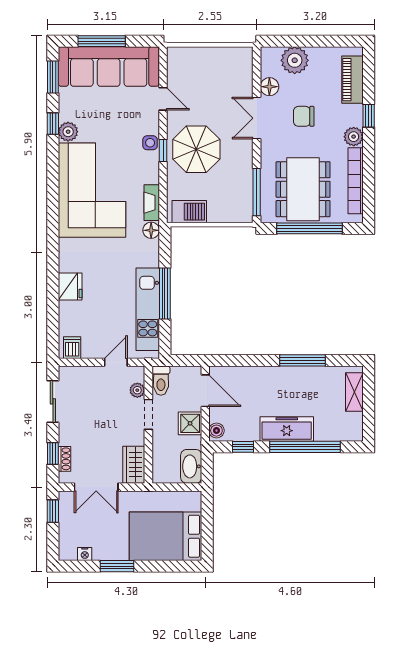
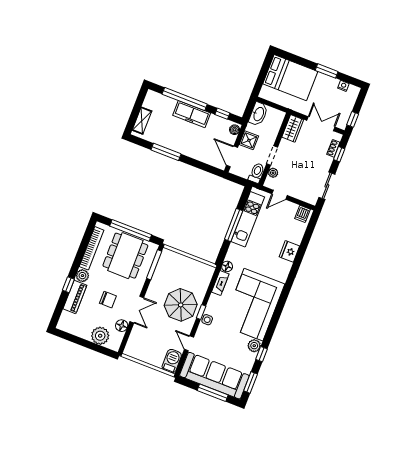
piano: (353, 80) -> (75, 297), moved
barbecue: (189, 212) -> (172, 361), moved, turned 90

